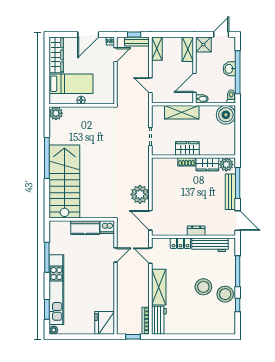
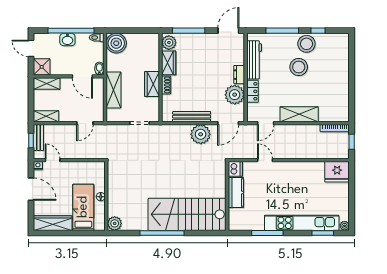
bench: (230, 192) -> (192, 117), moved
plant: (177, 226) -> (235, 95), added
workbench: (159, 320) -> (334, 114), removed

